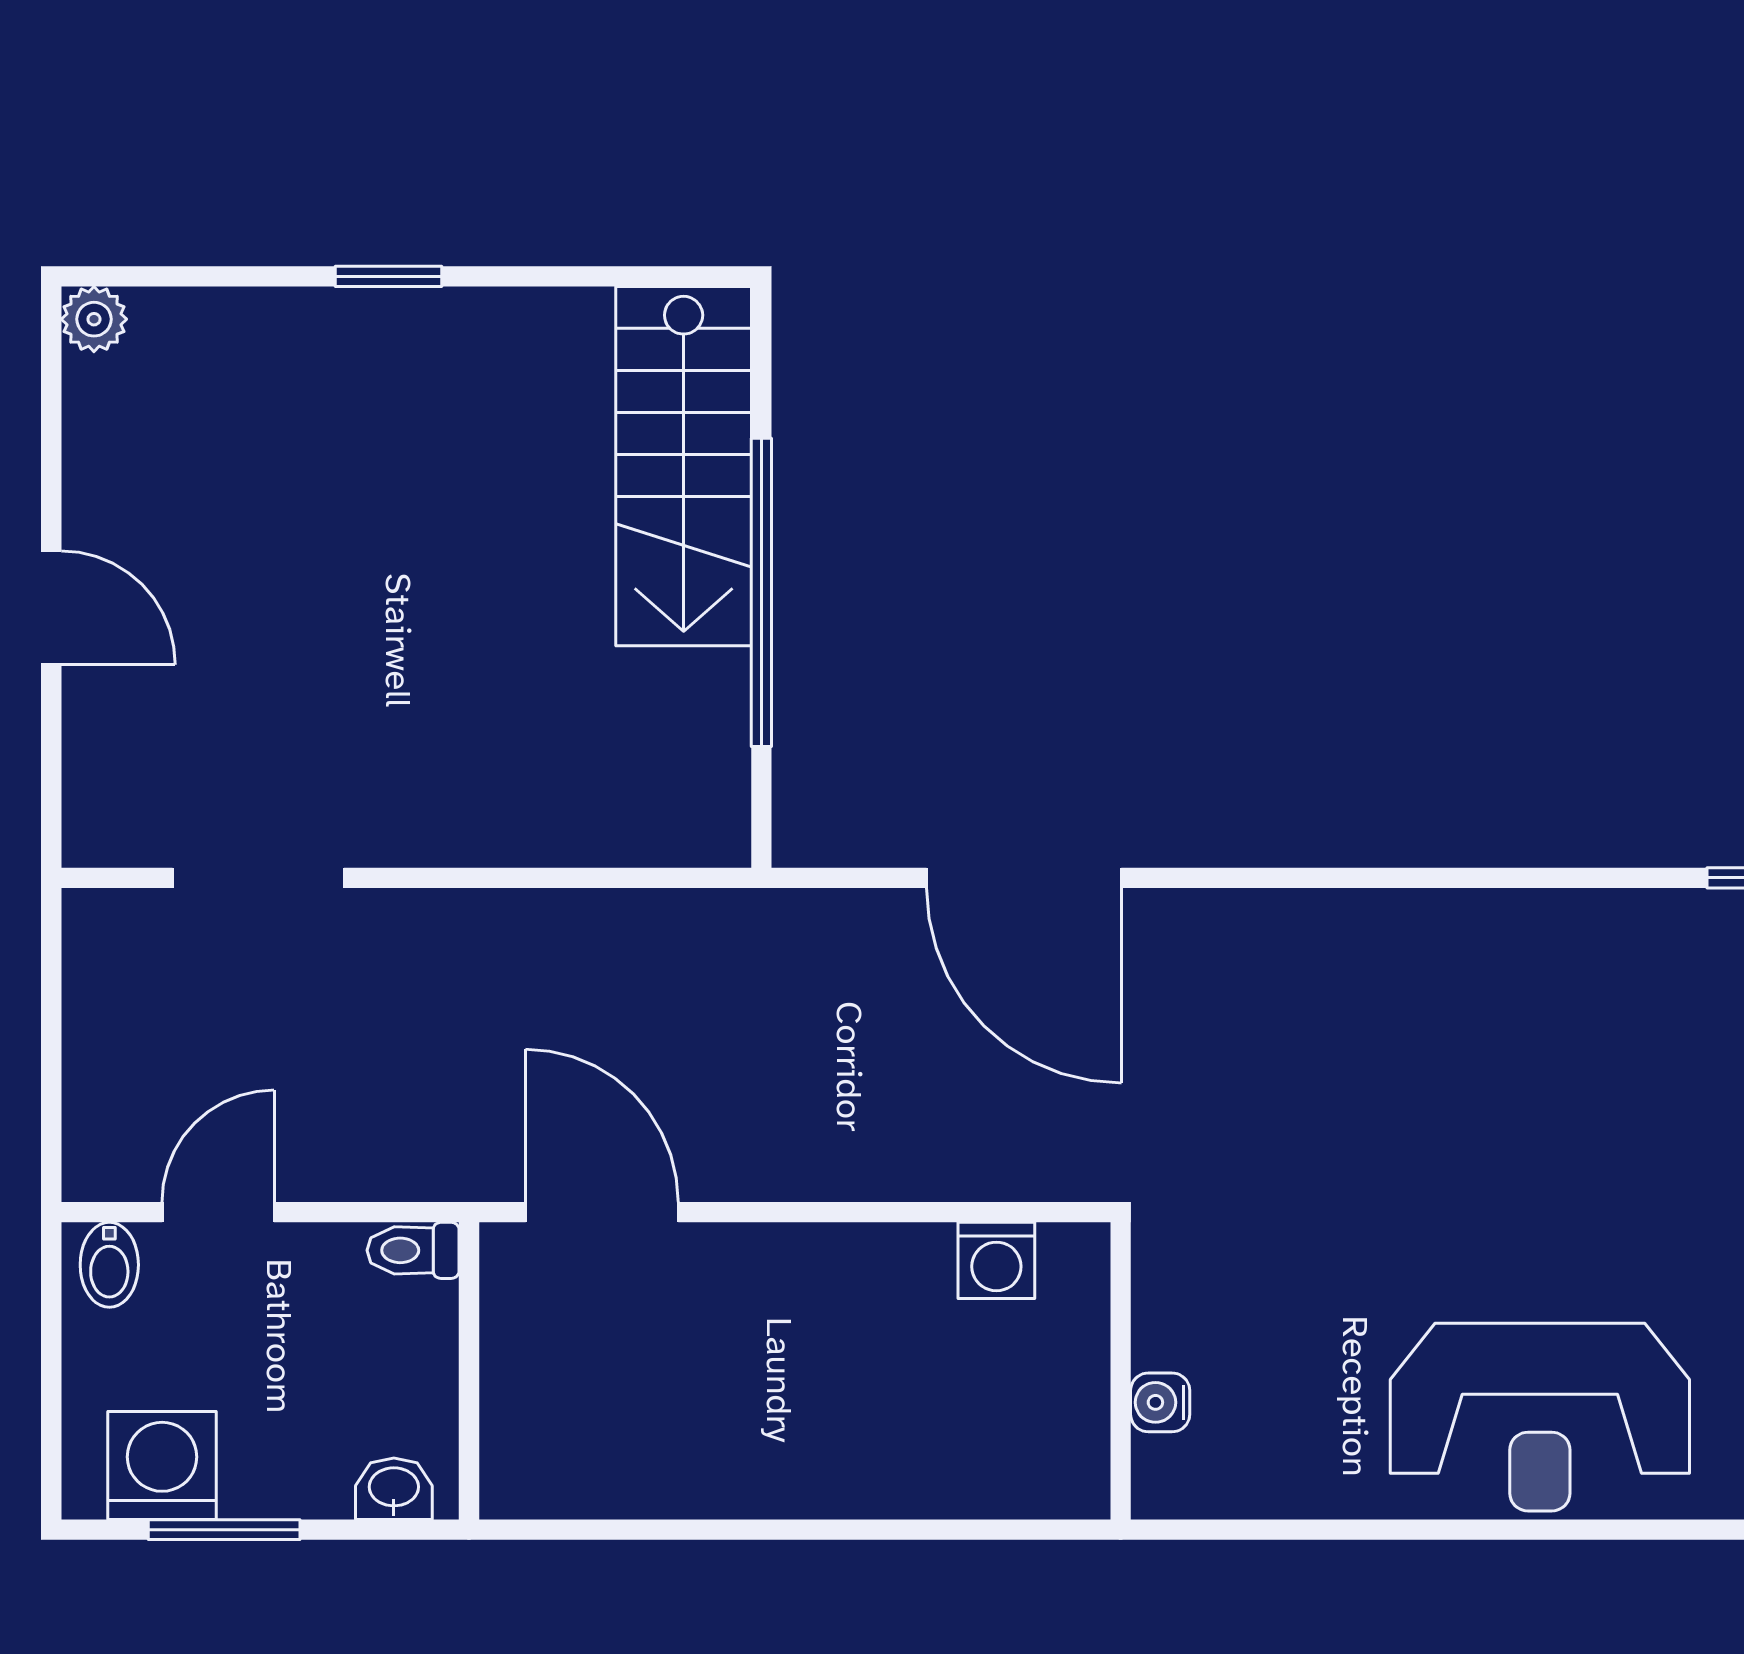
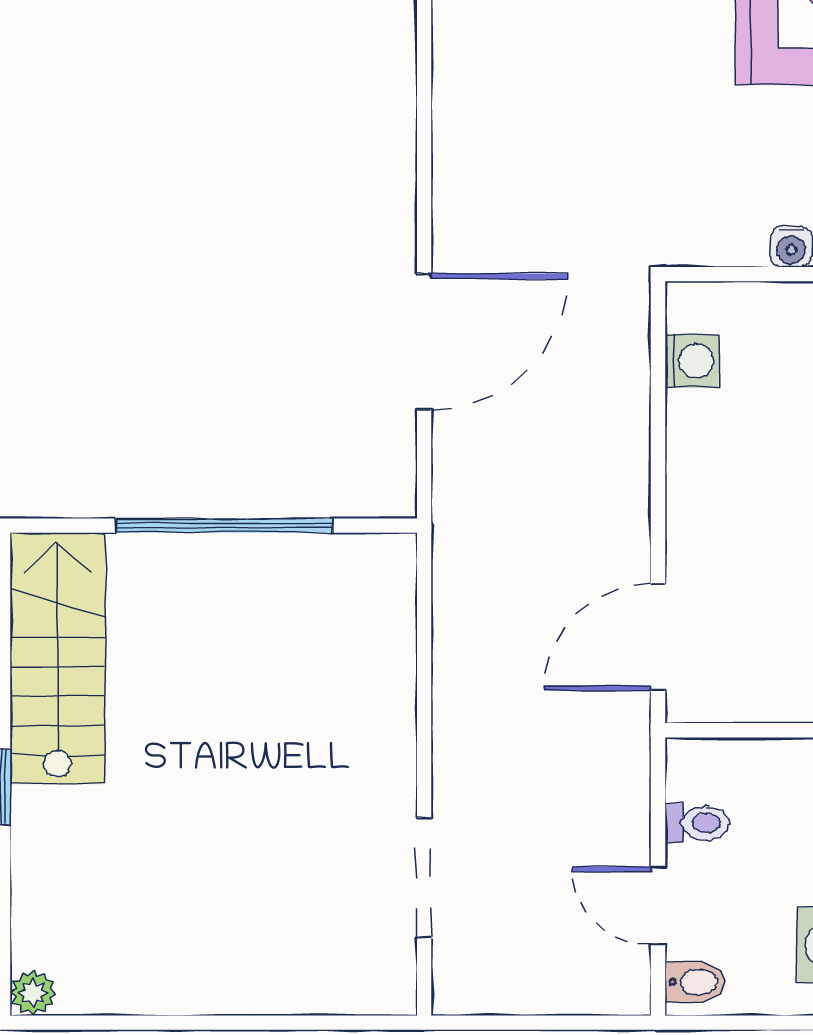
stairs: (684, 466) -> (57, 658), moved, turned -90
door: (51, 608) -> (235, 1023), removed
toilet: (413, 1250) -> (697, 823), moved, turned -90

